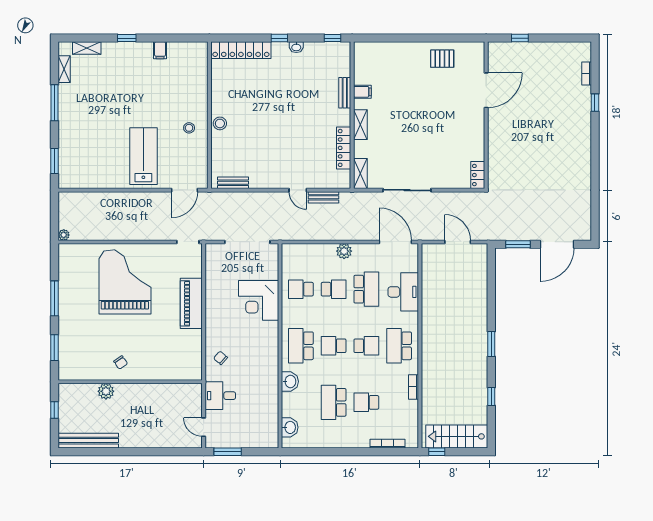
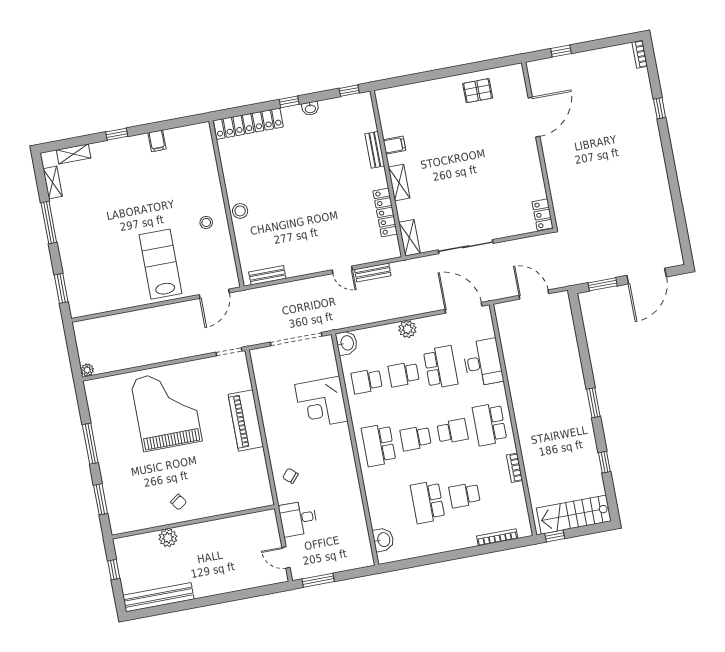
bookcase: (587, 73) -> (640, 54), moved
school desk: (334, 289) -> (404, 374), turned 180
washbasin: (290, 381) -> (347, 343), moved

